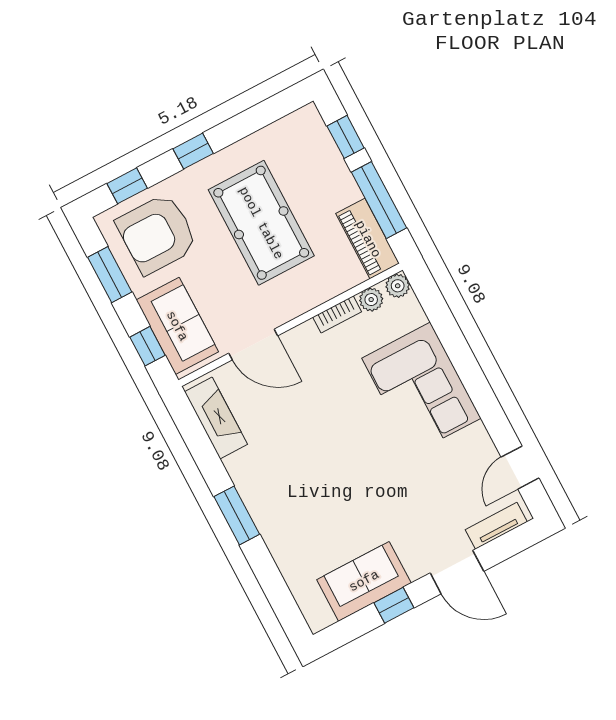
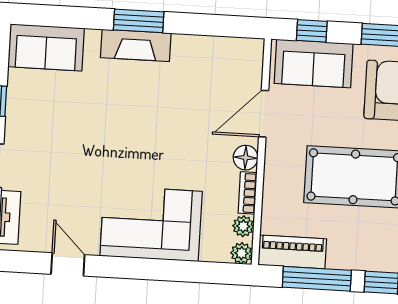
floor lamp: (305, 337) -> (246, 158), added
fireplace: (216, 418) -> (136, 45), moved
door: (520, 468) -> (68, 264), moved
sofa: (364, 581) -> (46, 47), moved, turned 90

